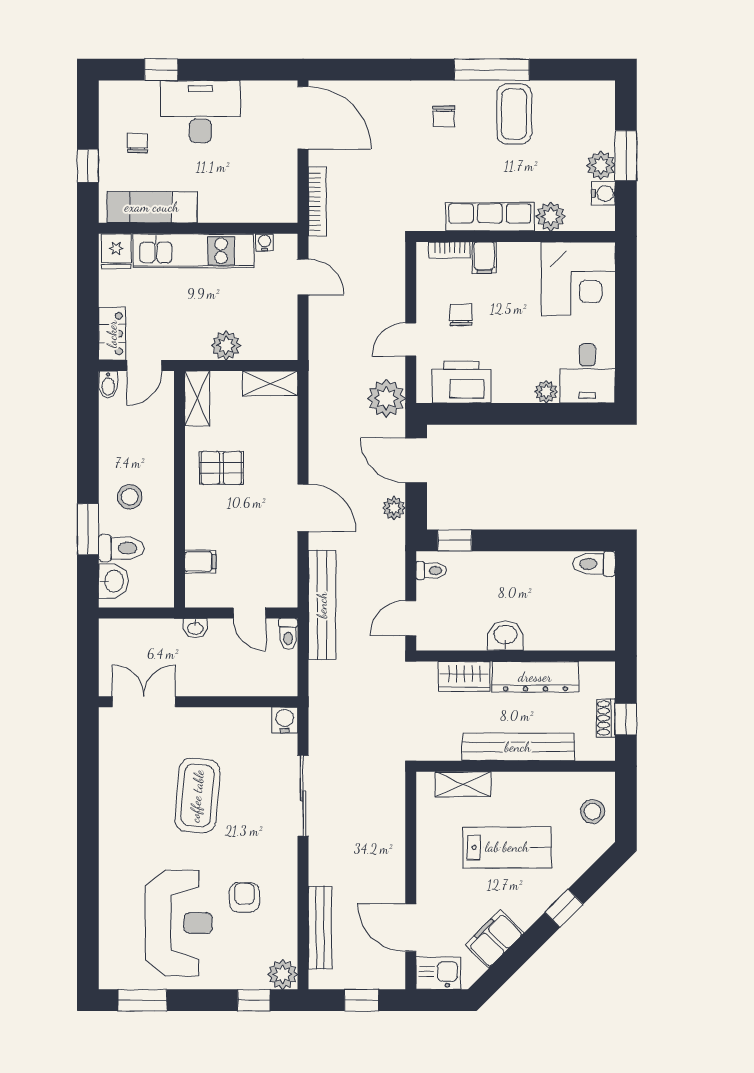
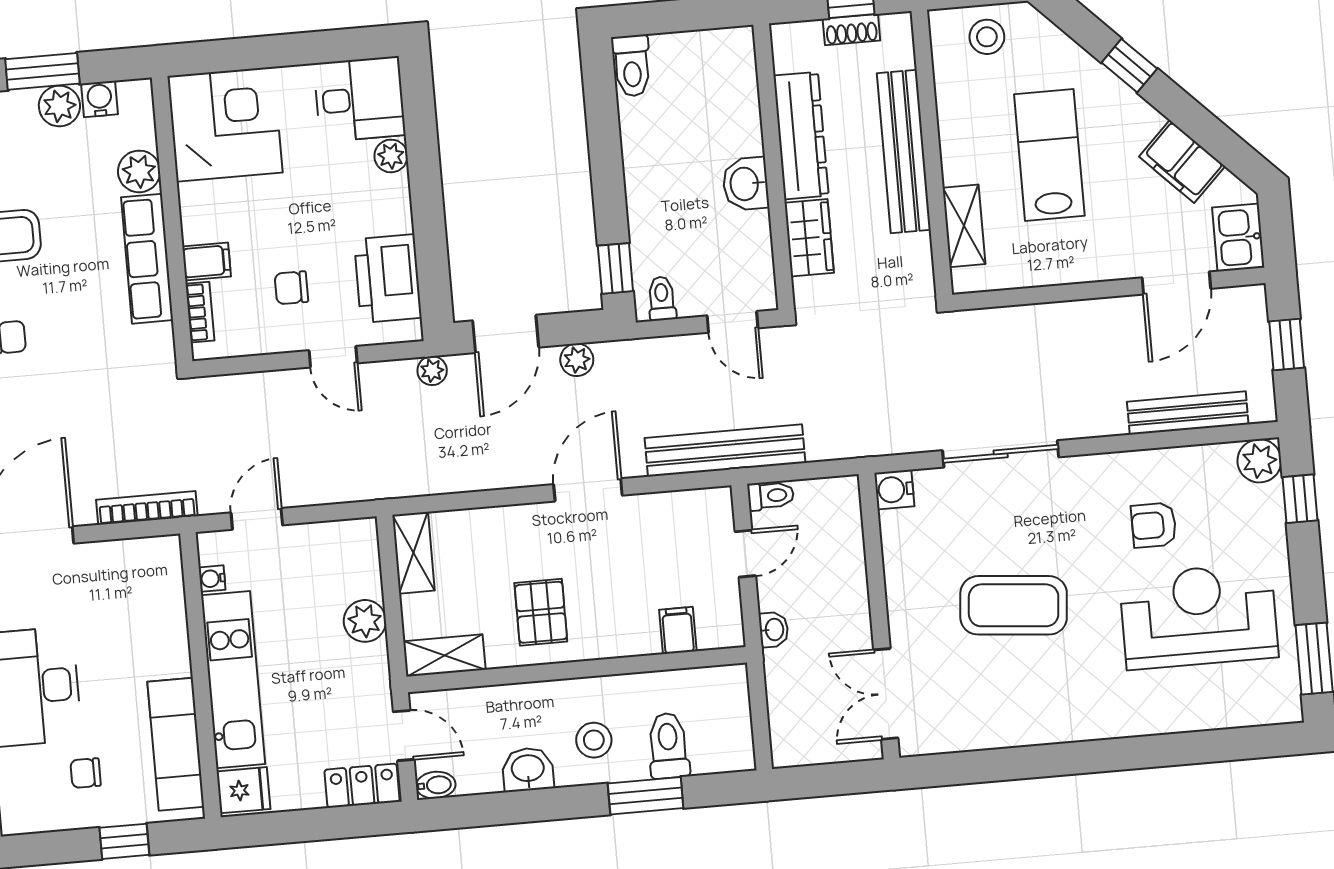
plant: (386, 398) -> (432, 371), width x0.53, depth x0.53
washbasin: (113, 581) -> (528, 769), moved

